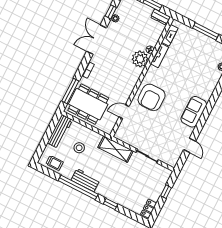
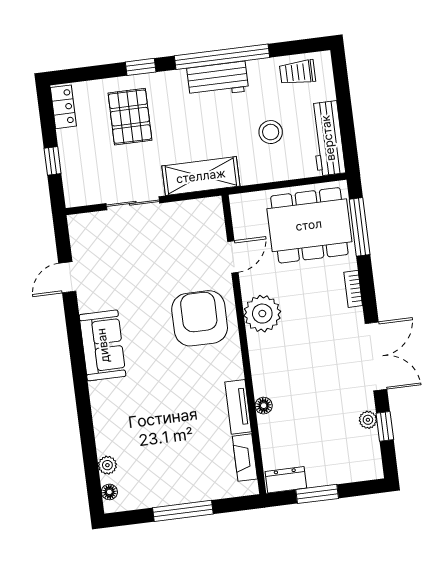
plant: (140, 59) -> (262, 314), moved
door: (190, 145) -> (67, 277), hinge flipped
pallet: (127, 188) -> (130, 117), added

